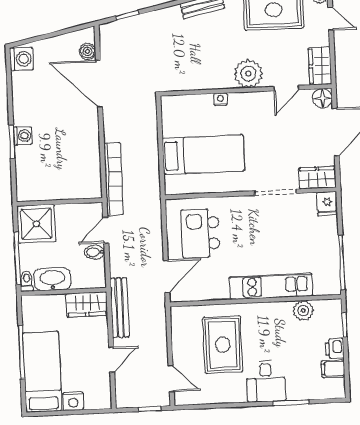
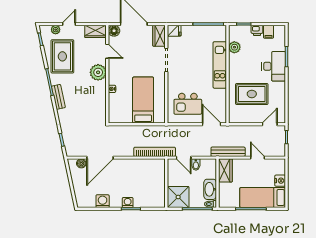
washing machine: (22, 59) -> (103, 201), moved
desk: (266, 381) -> (274, 66), width x1.37

